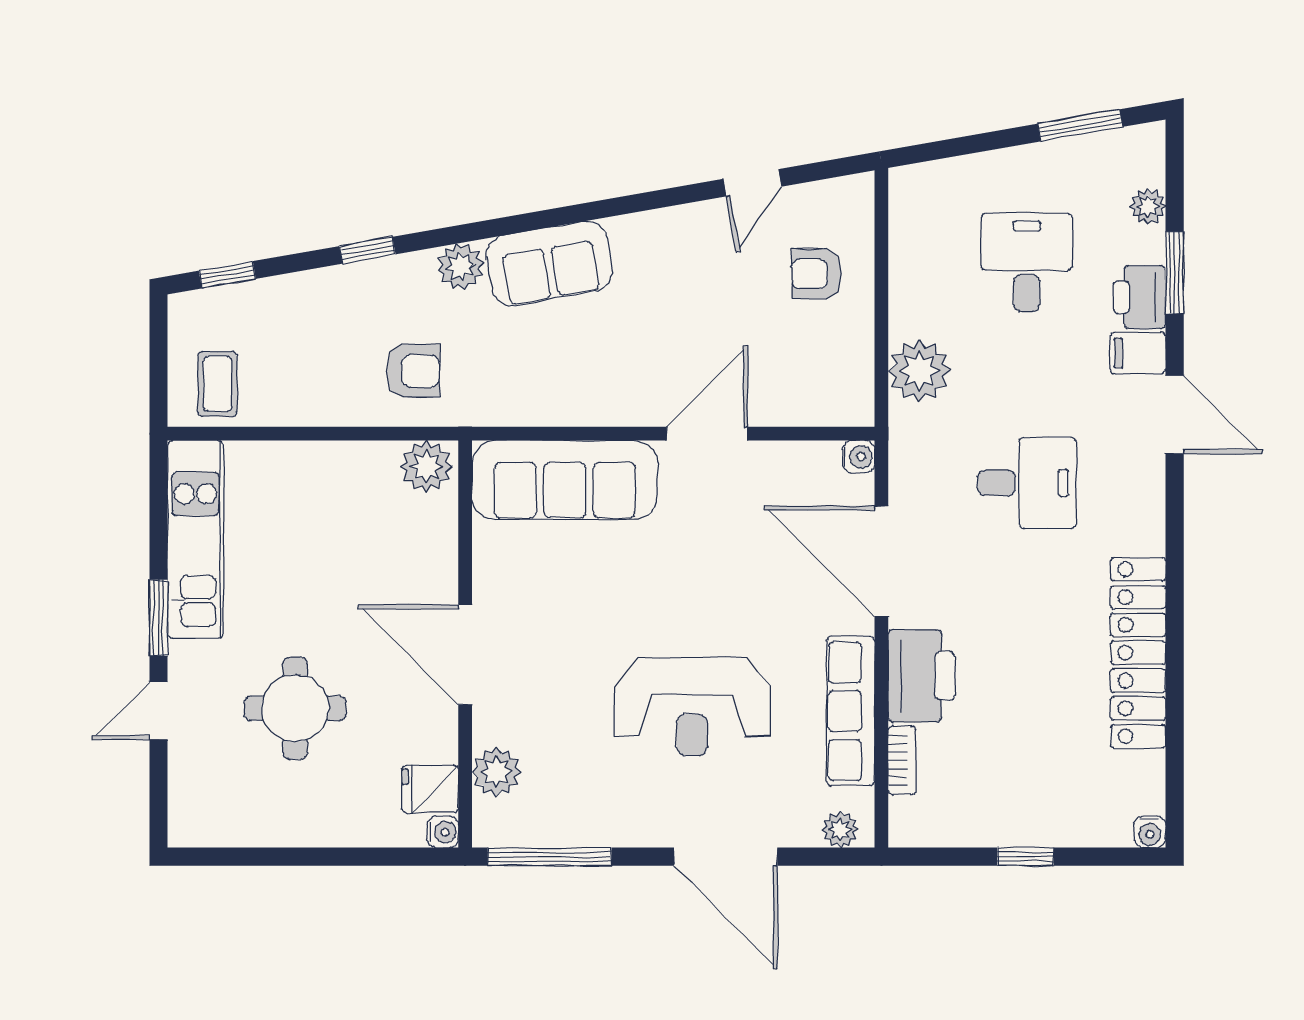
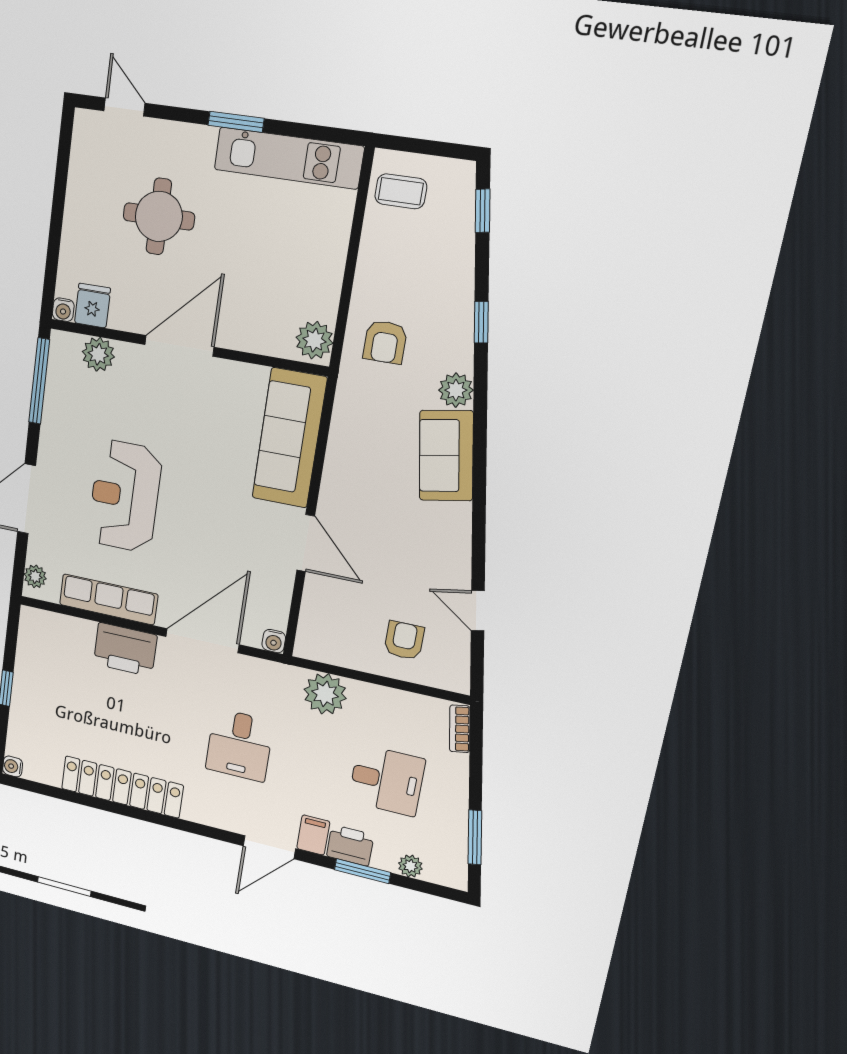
door: (159, 711) -> (124, 107), moved
bookcase: (902, 760) -> (460, 729), moved, turned 80

